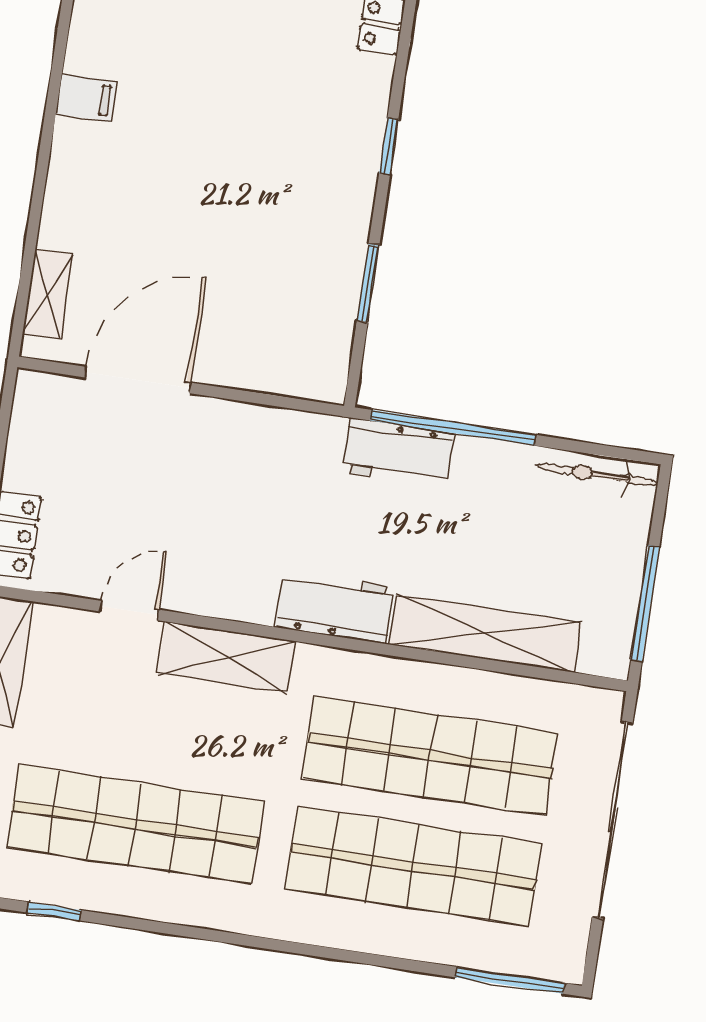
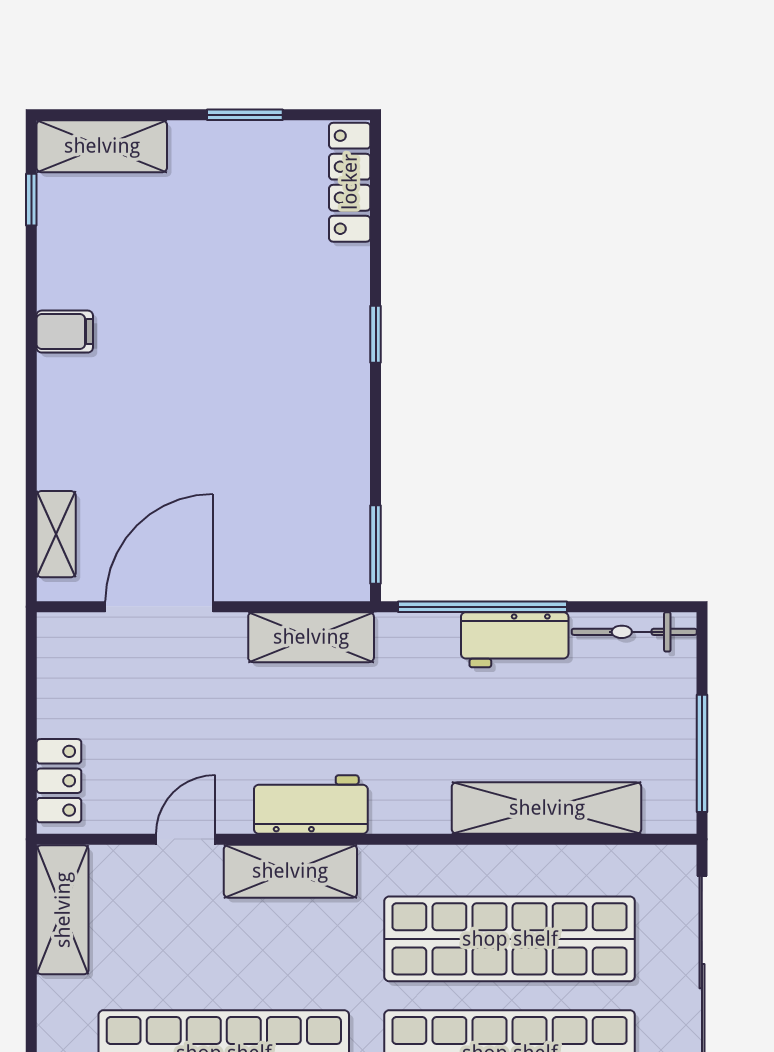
window: (368, 283) -> (376, 545), moved
shelving: (281, 432) -> (311, 637), added
workbench: (398, 452) -> (515, 640), moved
workbench: (335, 607) -> (311, 805), moved

